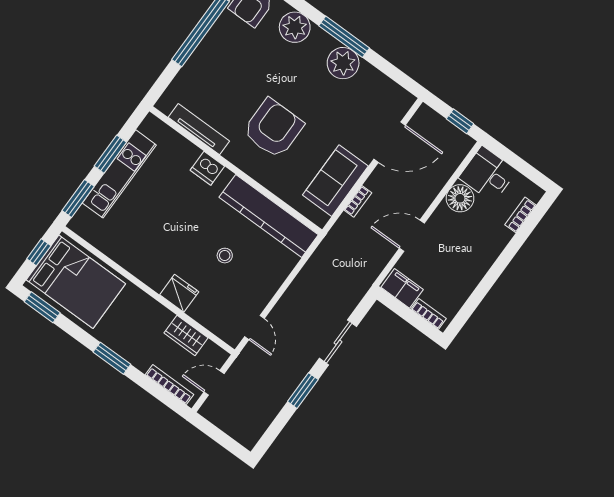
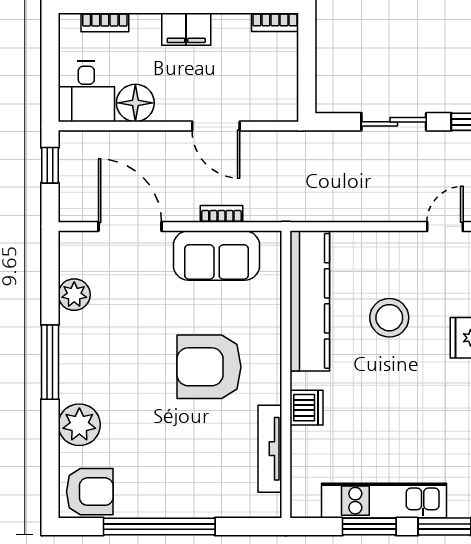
plant: (343, 63) -> (74, 295), moved, width x0.73, depth x0.73
stool: (225, 256) -> (389, 318), width x1.89, depth x1.89
filing cabinet: (402, 288) -> (186, 29), moved, turned -90
bookcase: (429, 314) -> (275, 22), moved, turned -90

